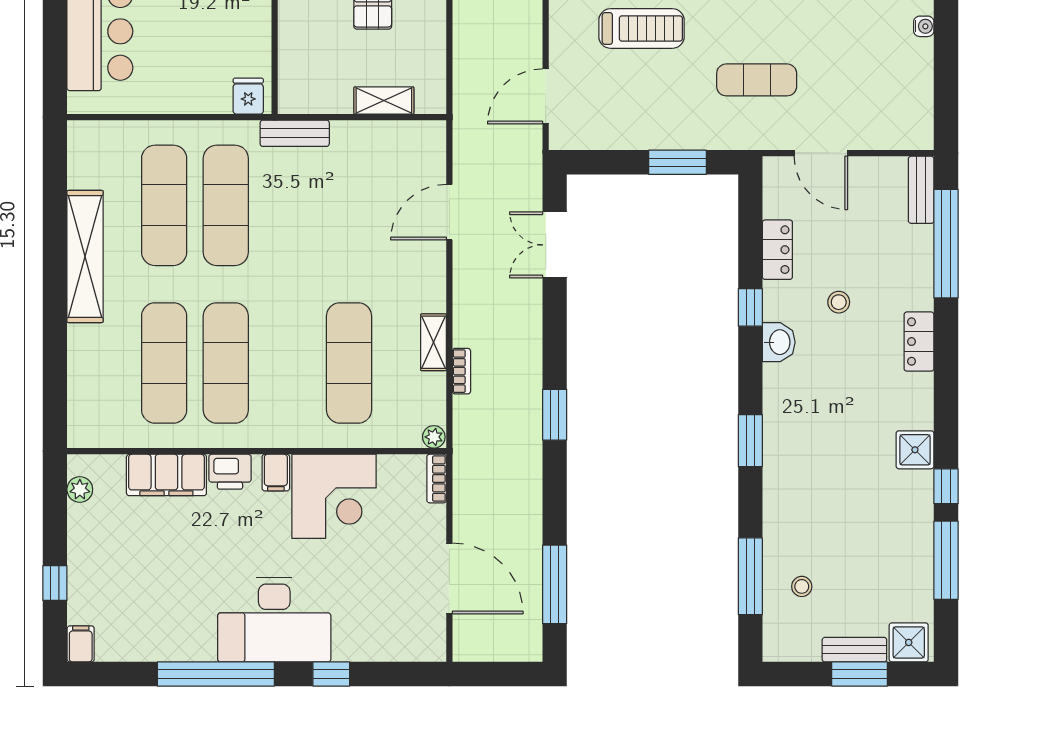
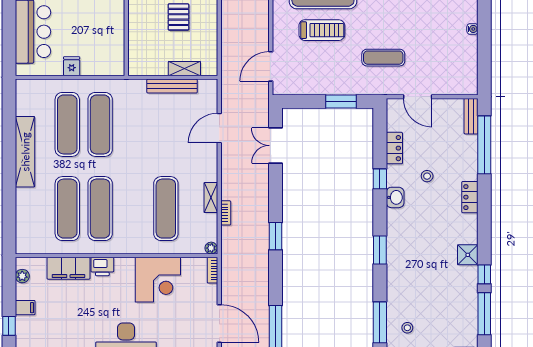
fridge: (248, 96) -> (72, 66), moved
bench: (295, 133) -> (172, 86), moved, width x1.36
filing cabinet: (276, 473) -> (25, 308), moved, turned -90

